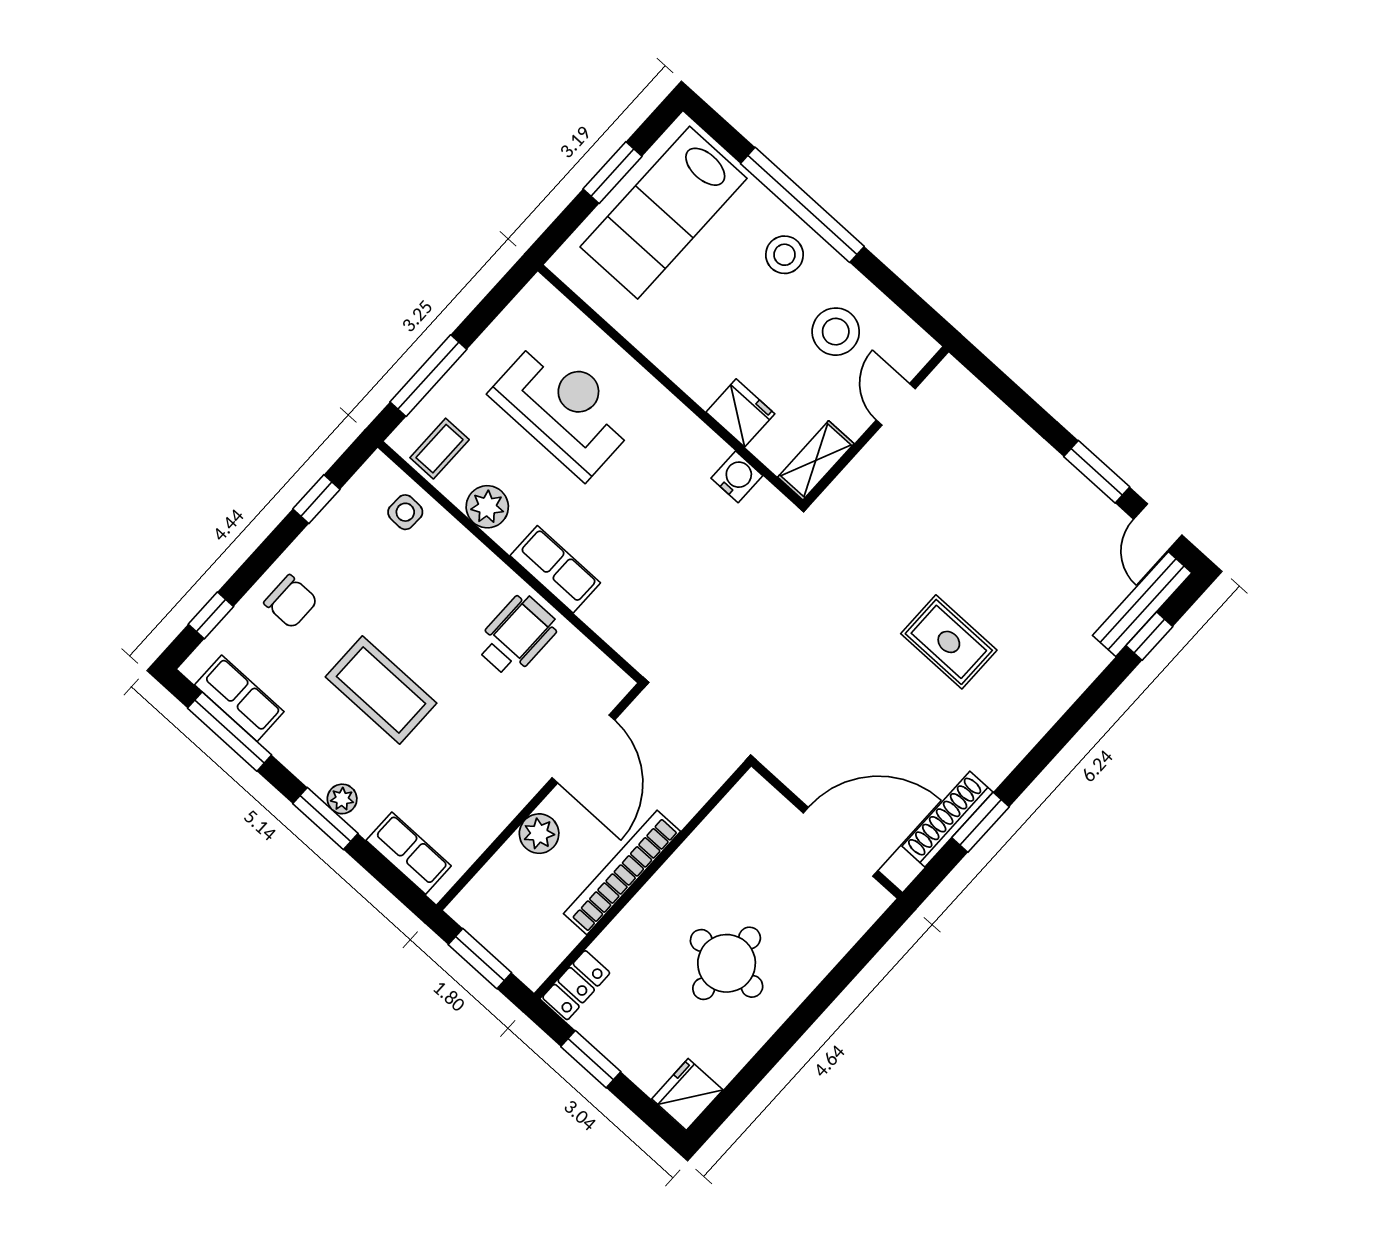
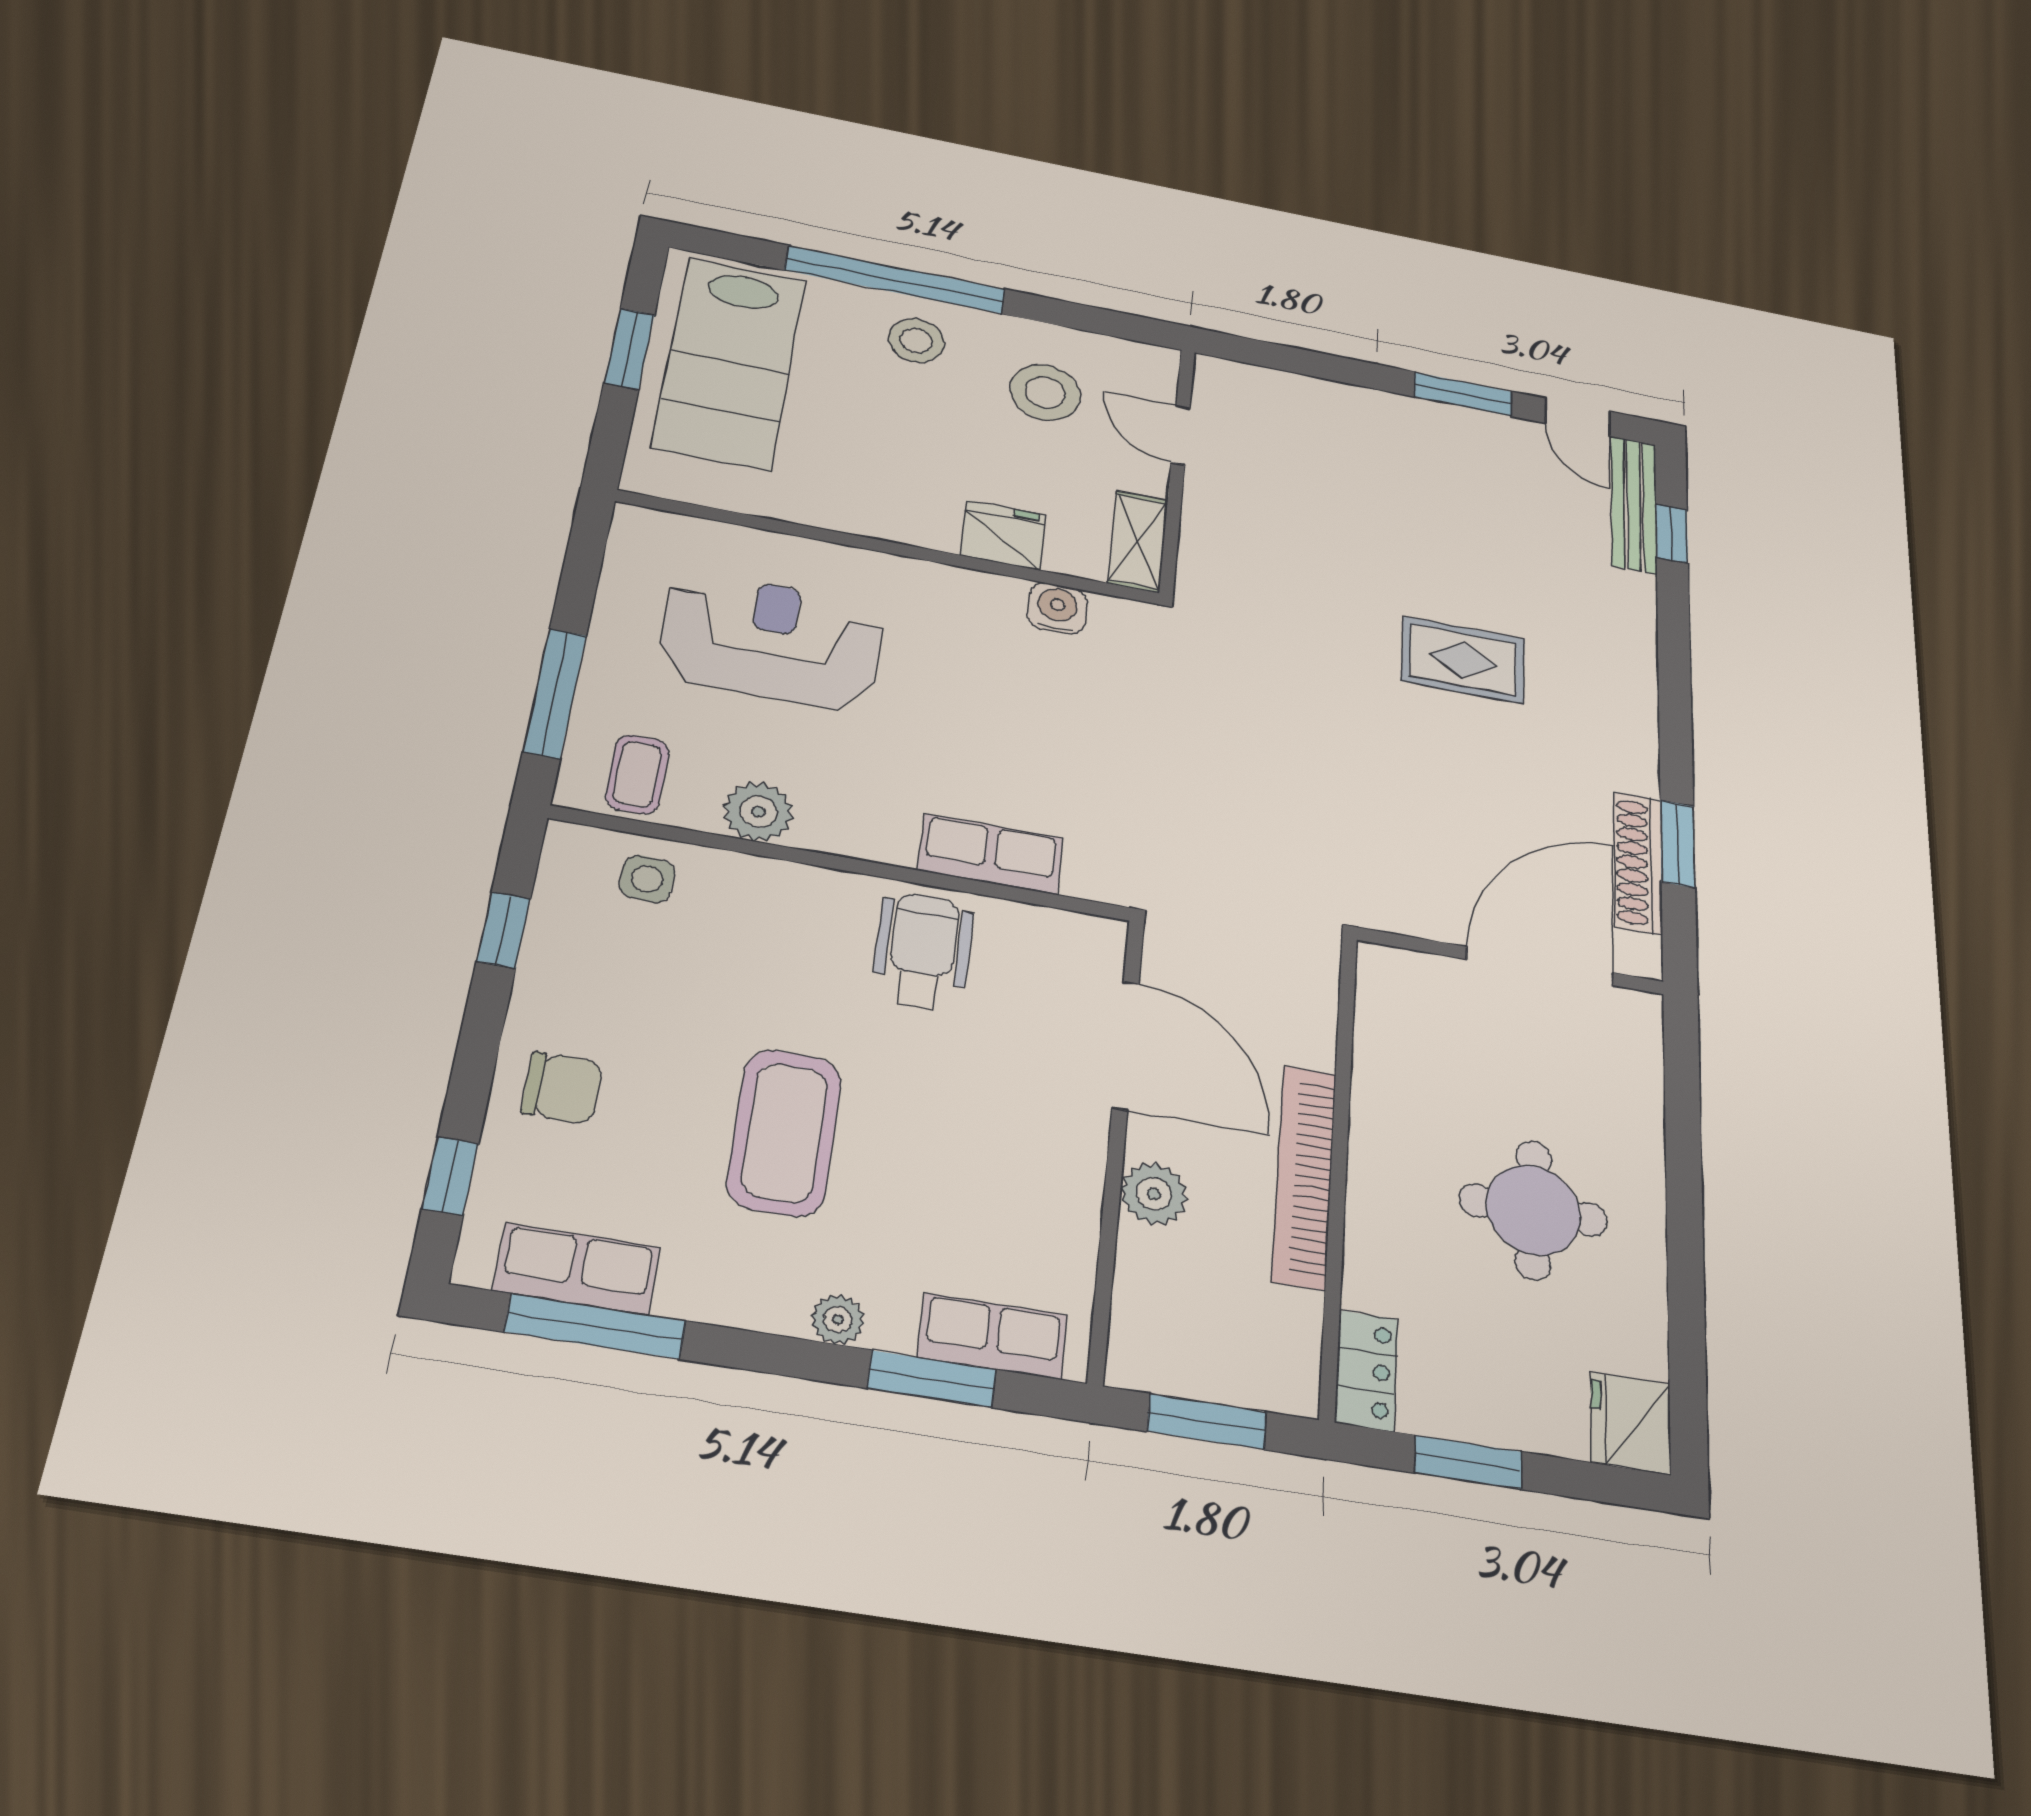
row of seats: (555, 569) -> (991, 854), moved
coffee table: (381, 690) -> (784, 1132), turned 90
window: (325, 819) -> (932, 1379), moved

